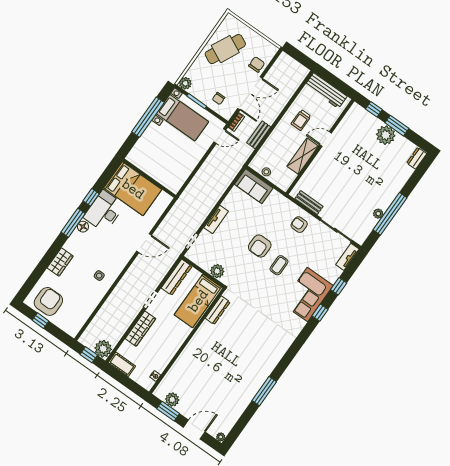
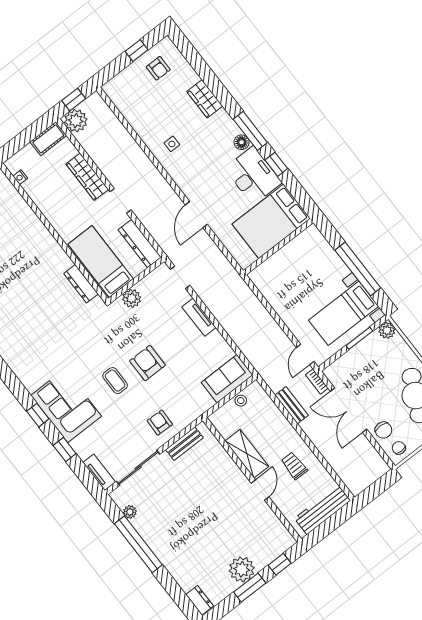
chair: (219, 98) -> (399, 448), moved
plant: (378, 214) -> (130, 512), moved
armchair: (299, 225) -> (160, 422), turned -88
armchair: (48, 301) -> (158, 68), width x0.53, depth x0.53

